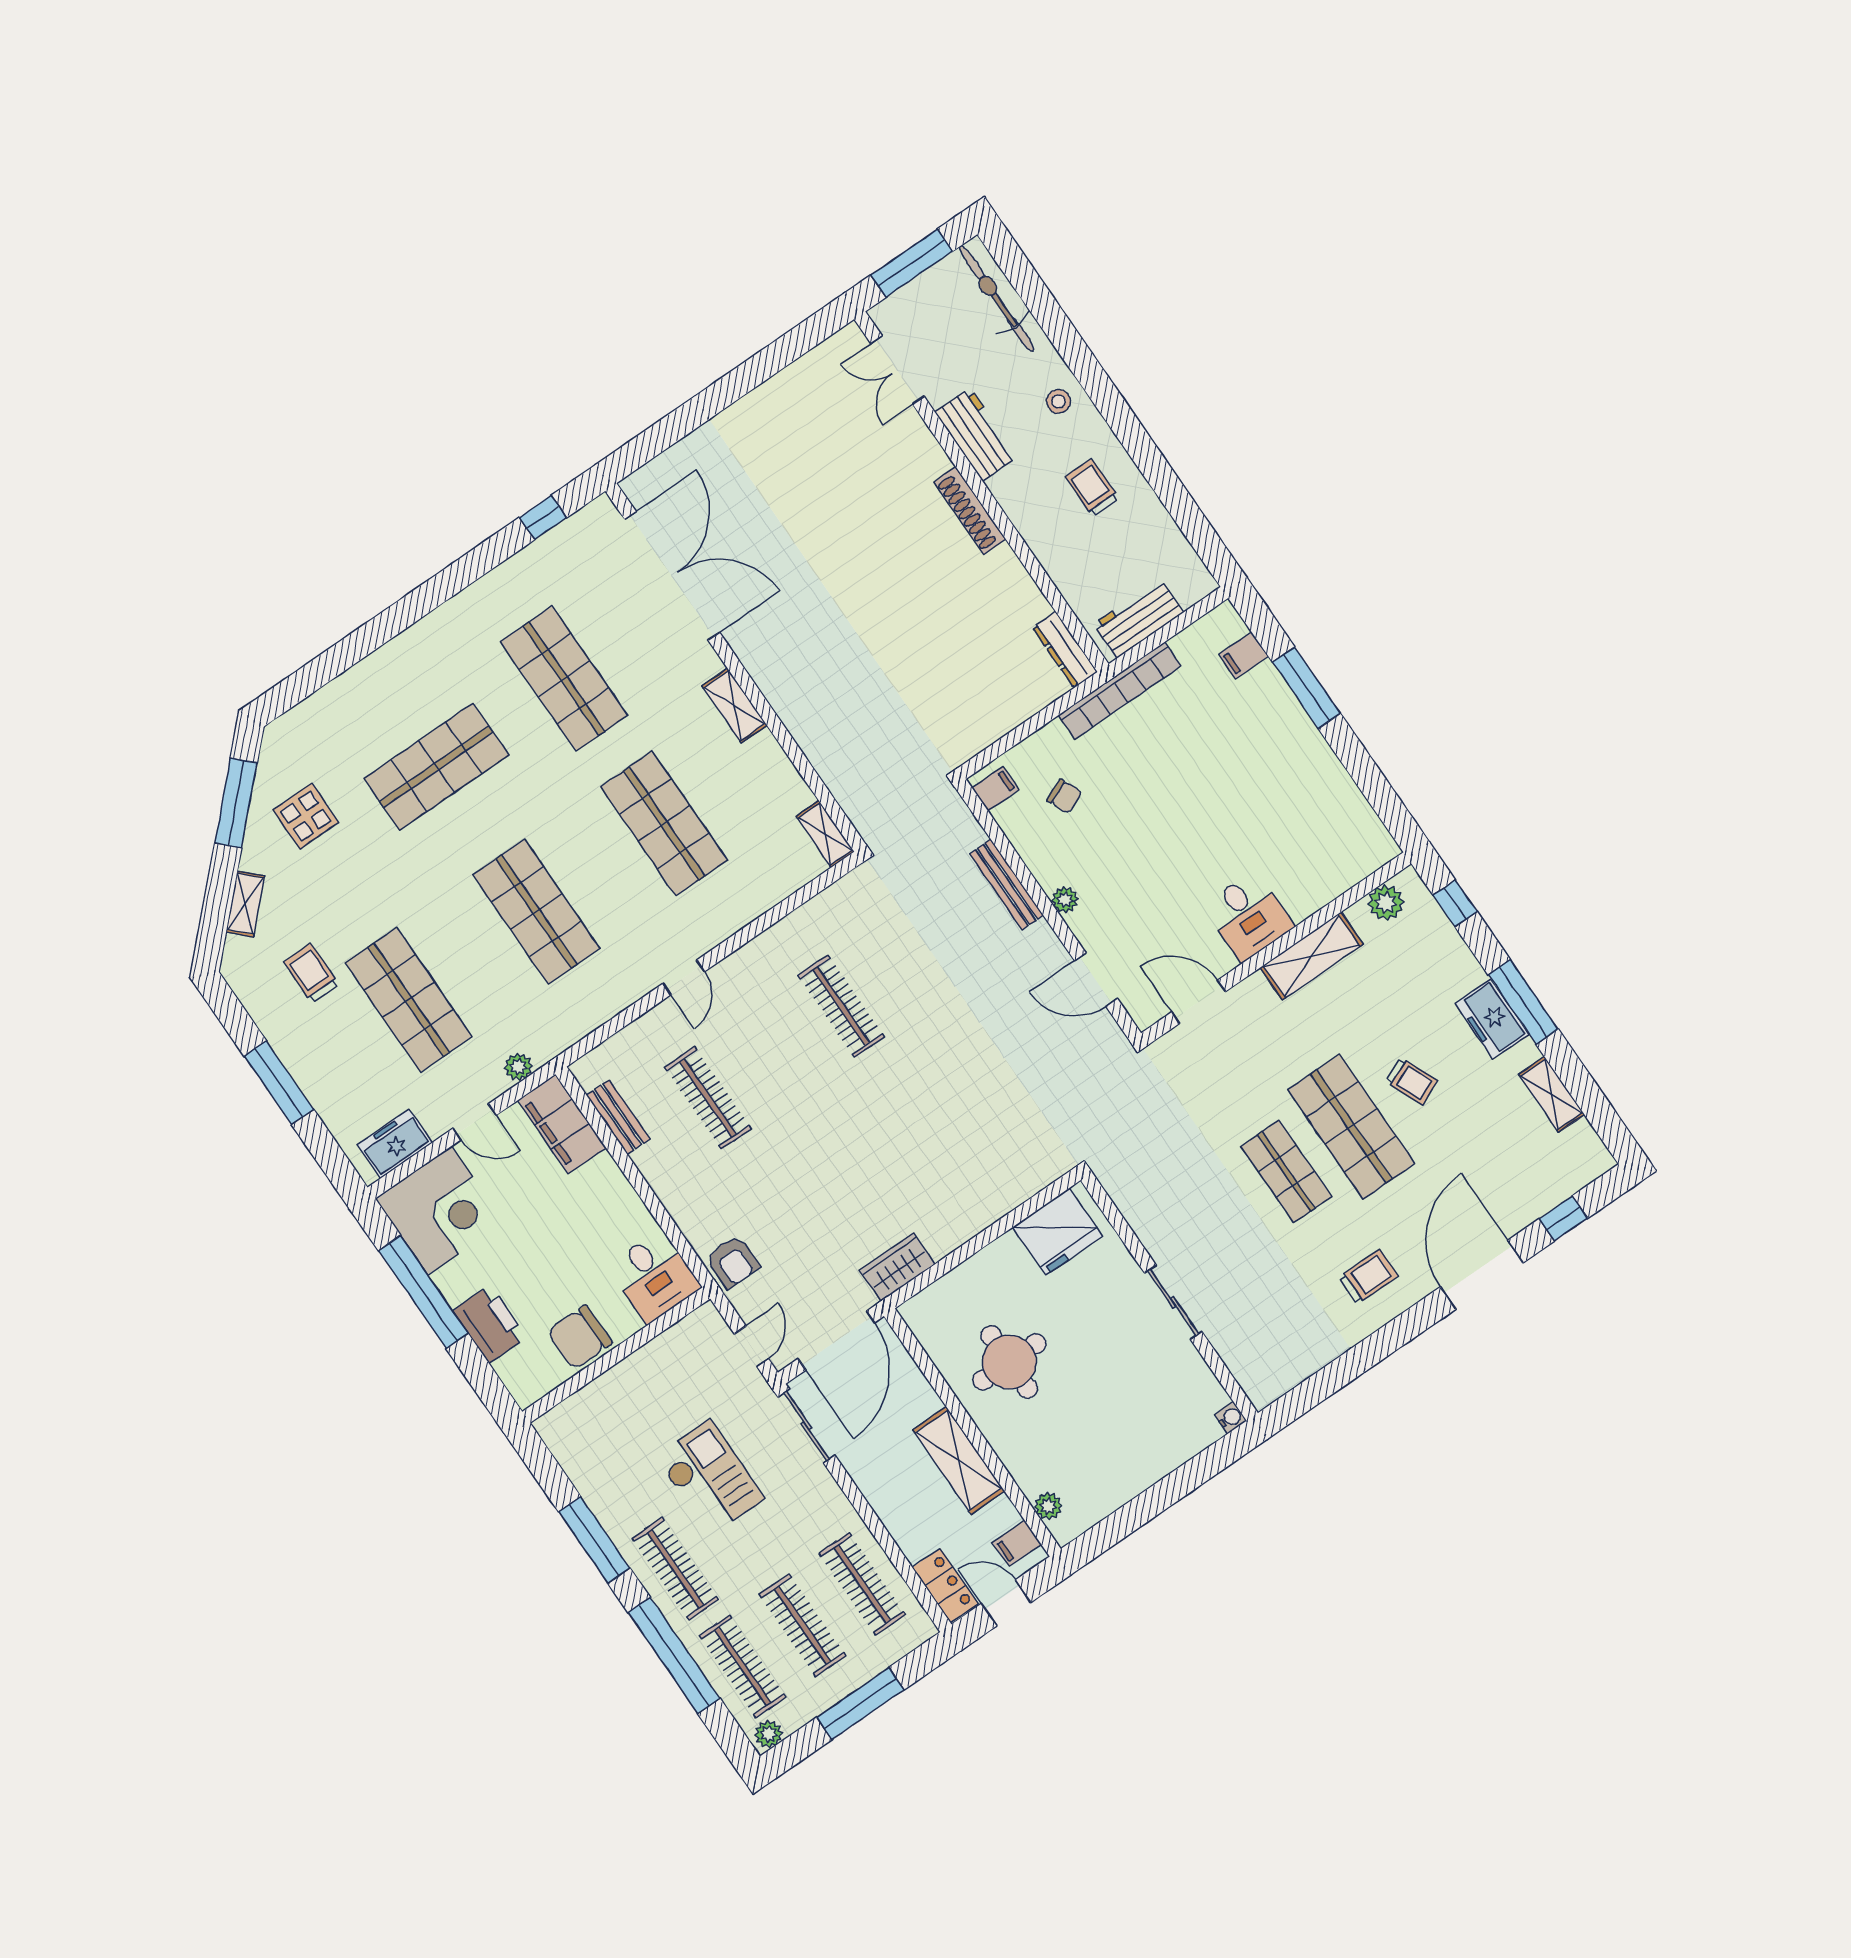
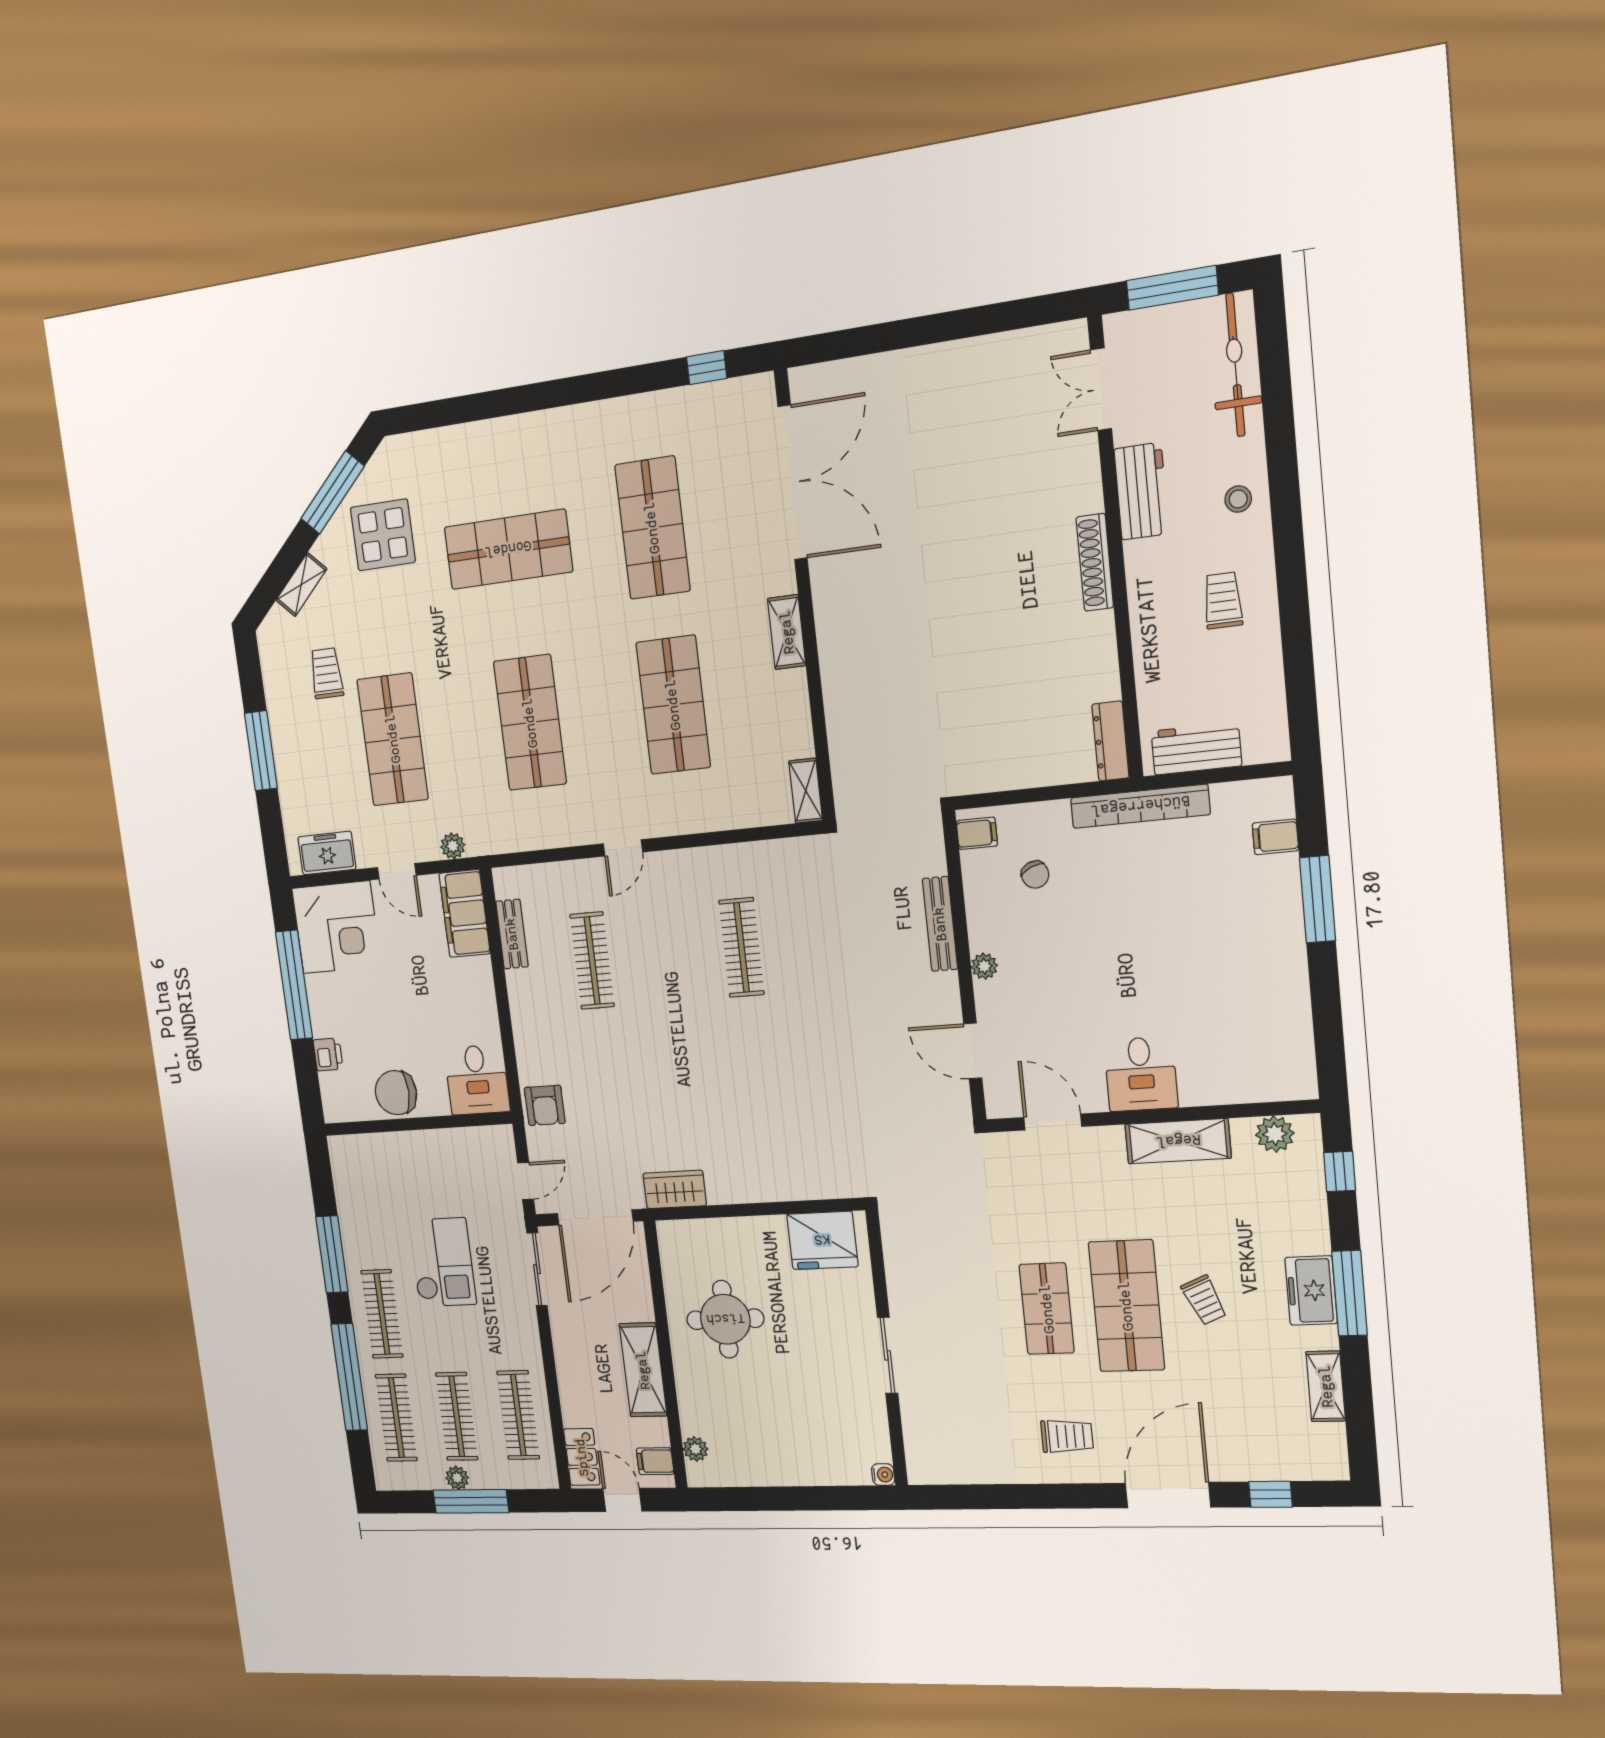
display table: (306, 816) -> (383, 535), width x1.36, depth x1.36
printer: (490, 1324) -> (328, 1054), width x0.53, depth x0.68
plant: (768, 1734) -> (457, 1478), moved

